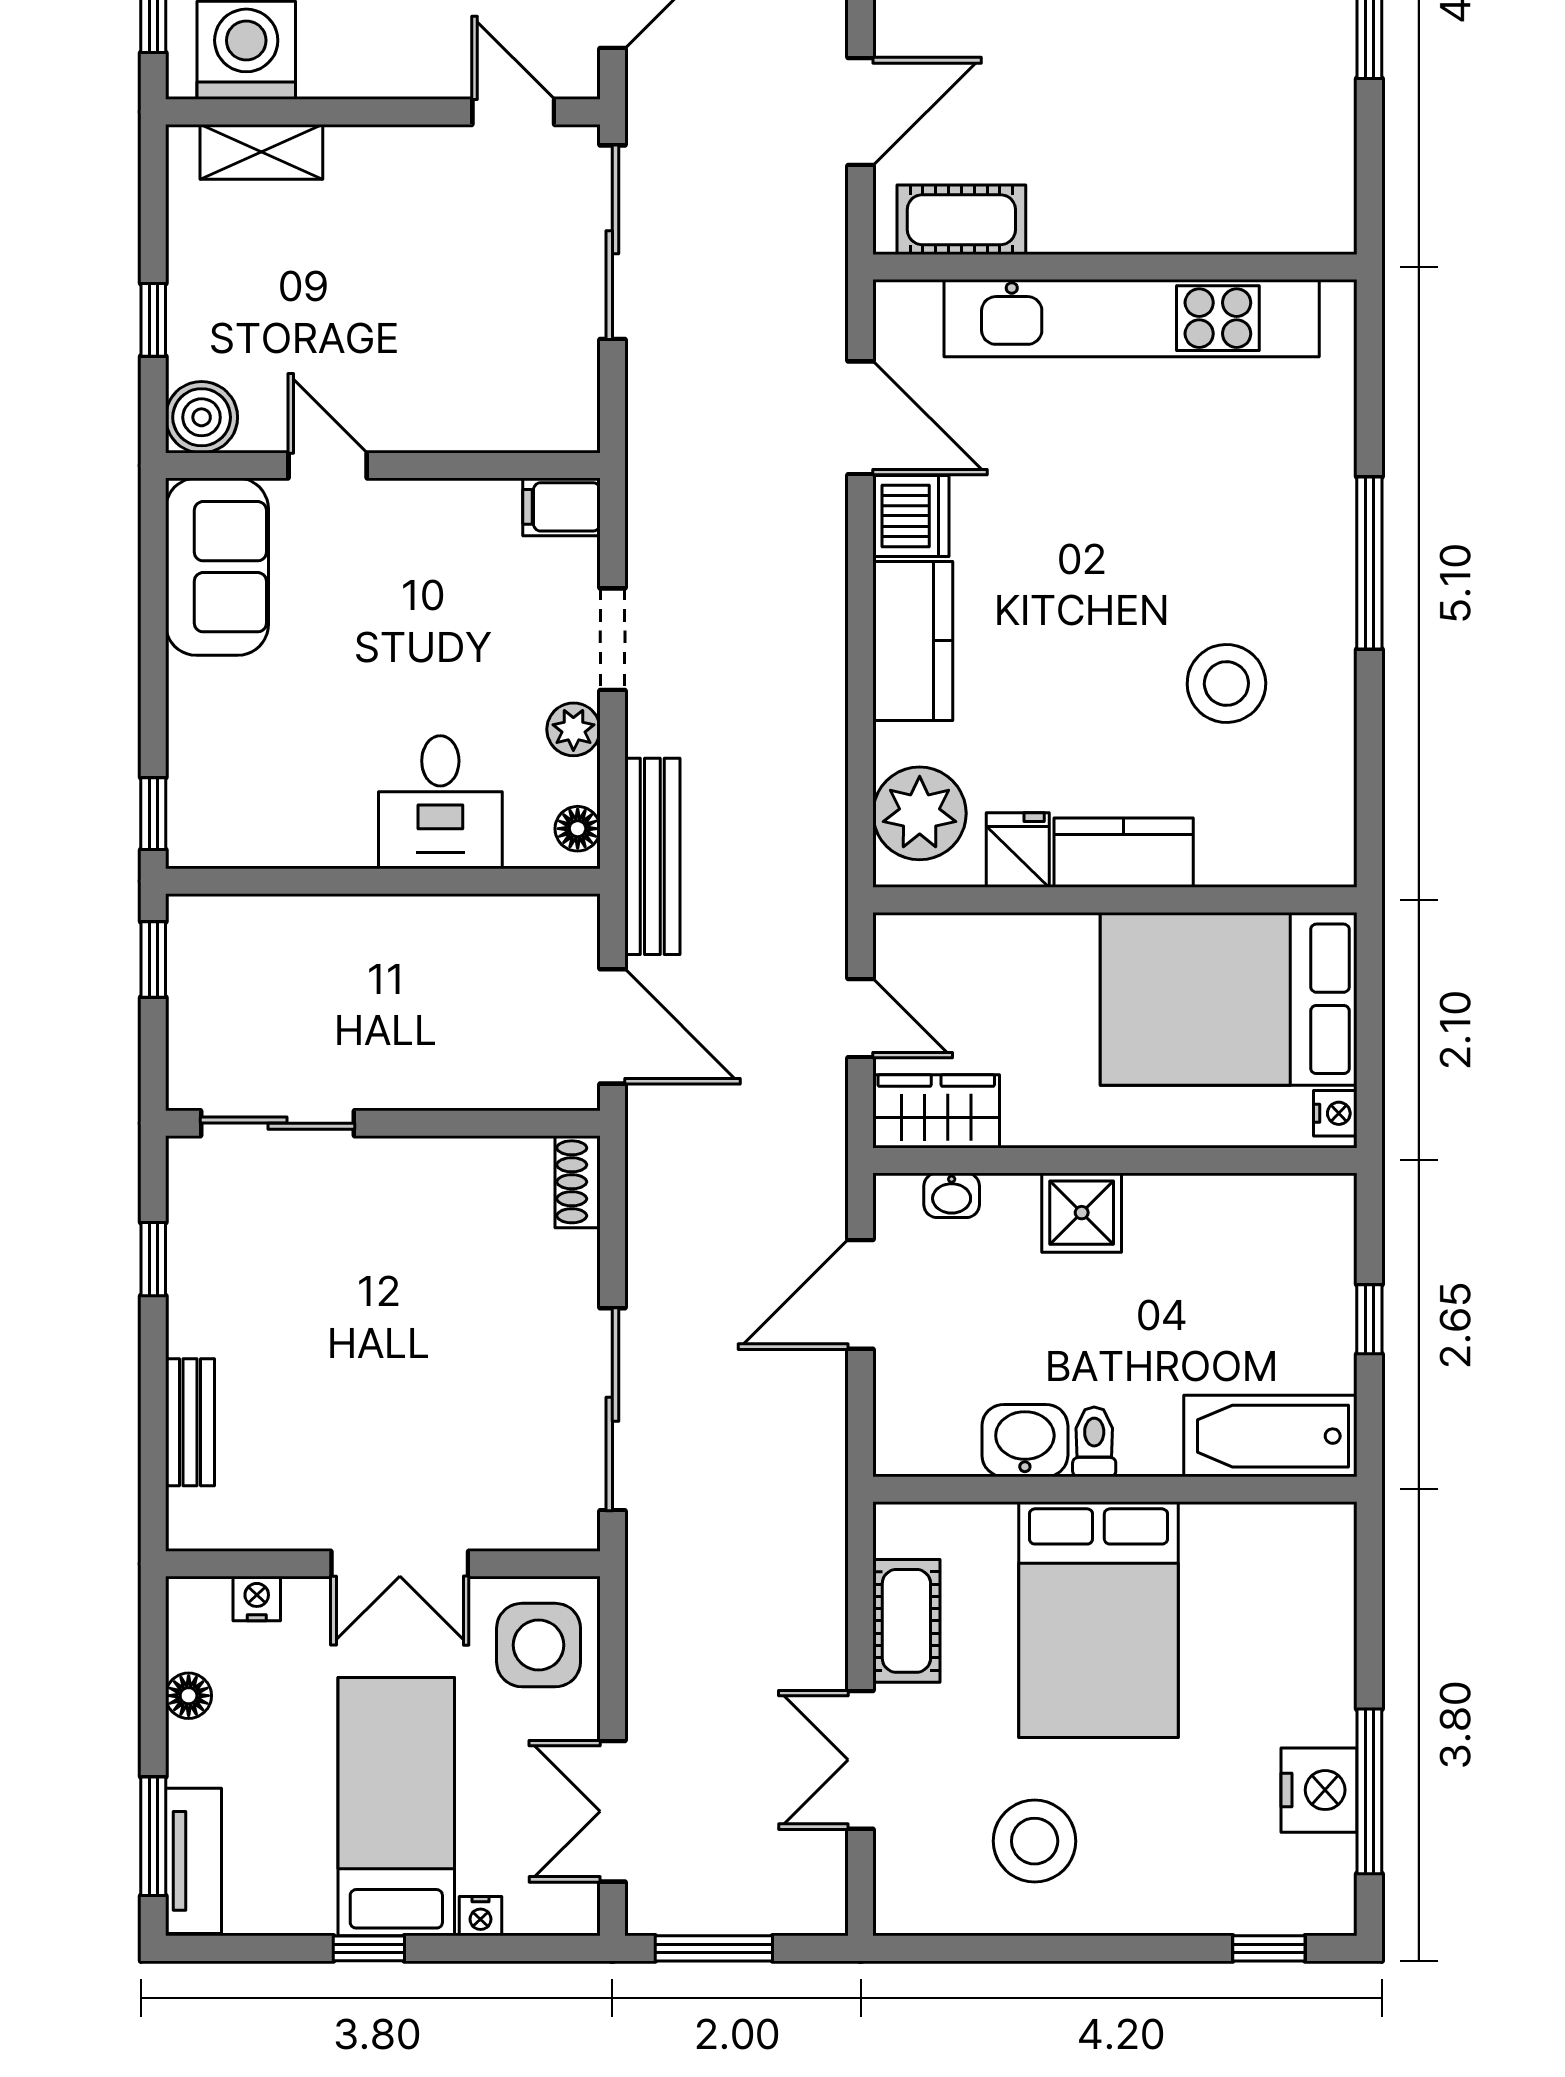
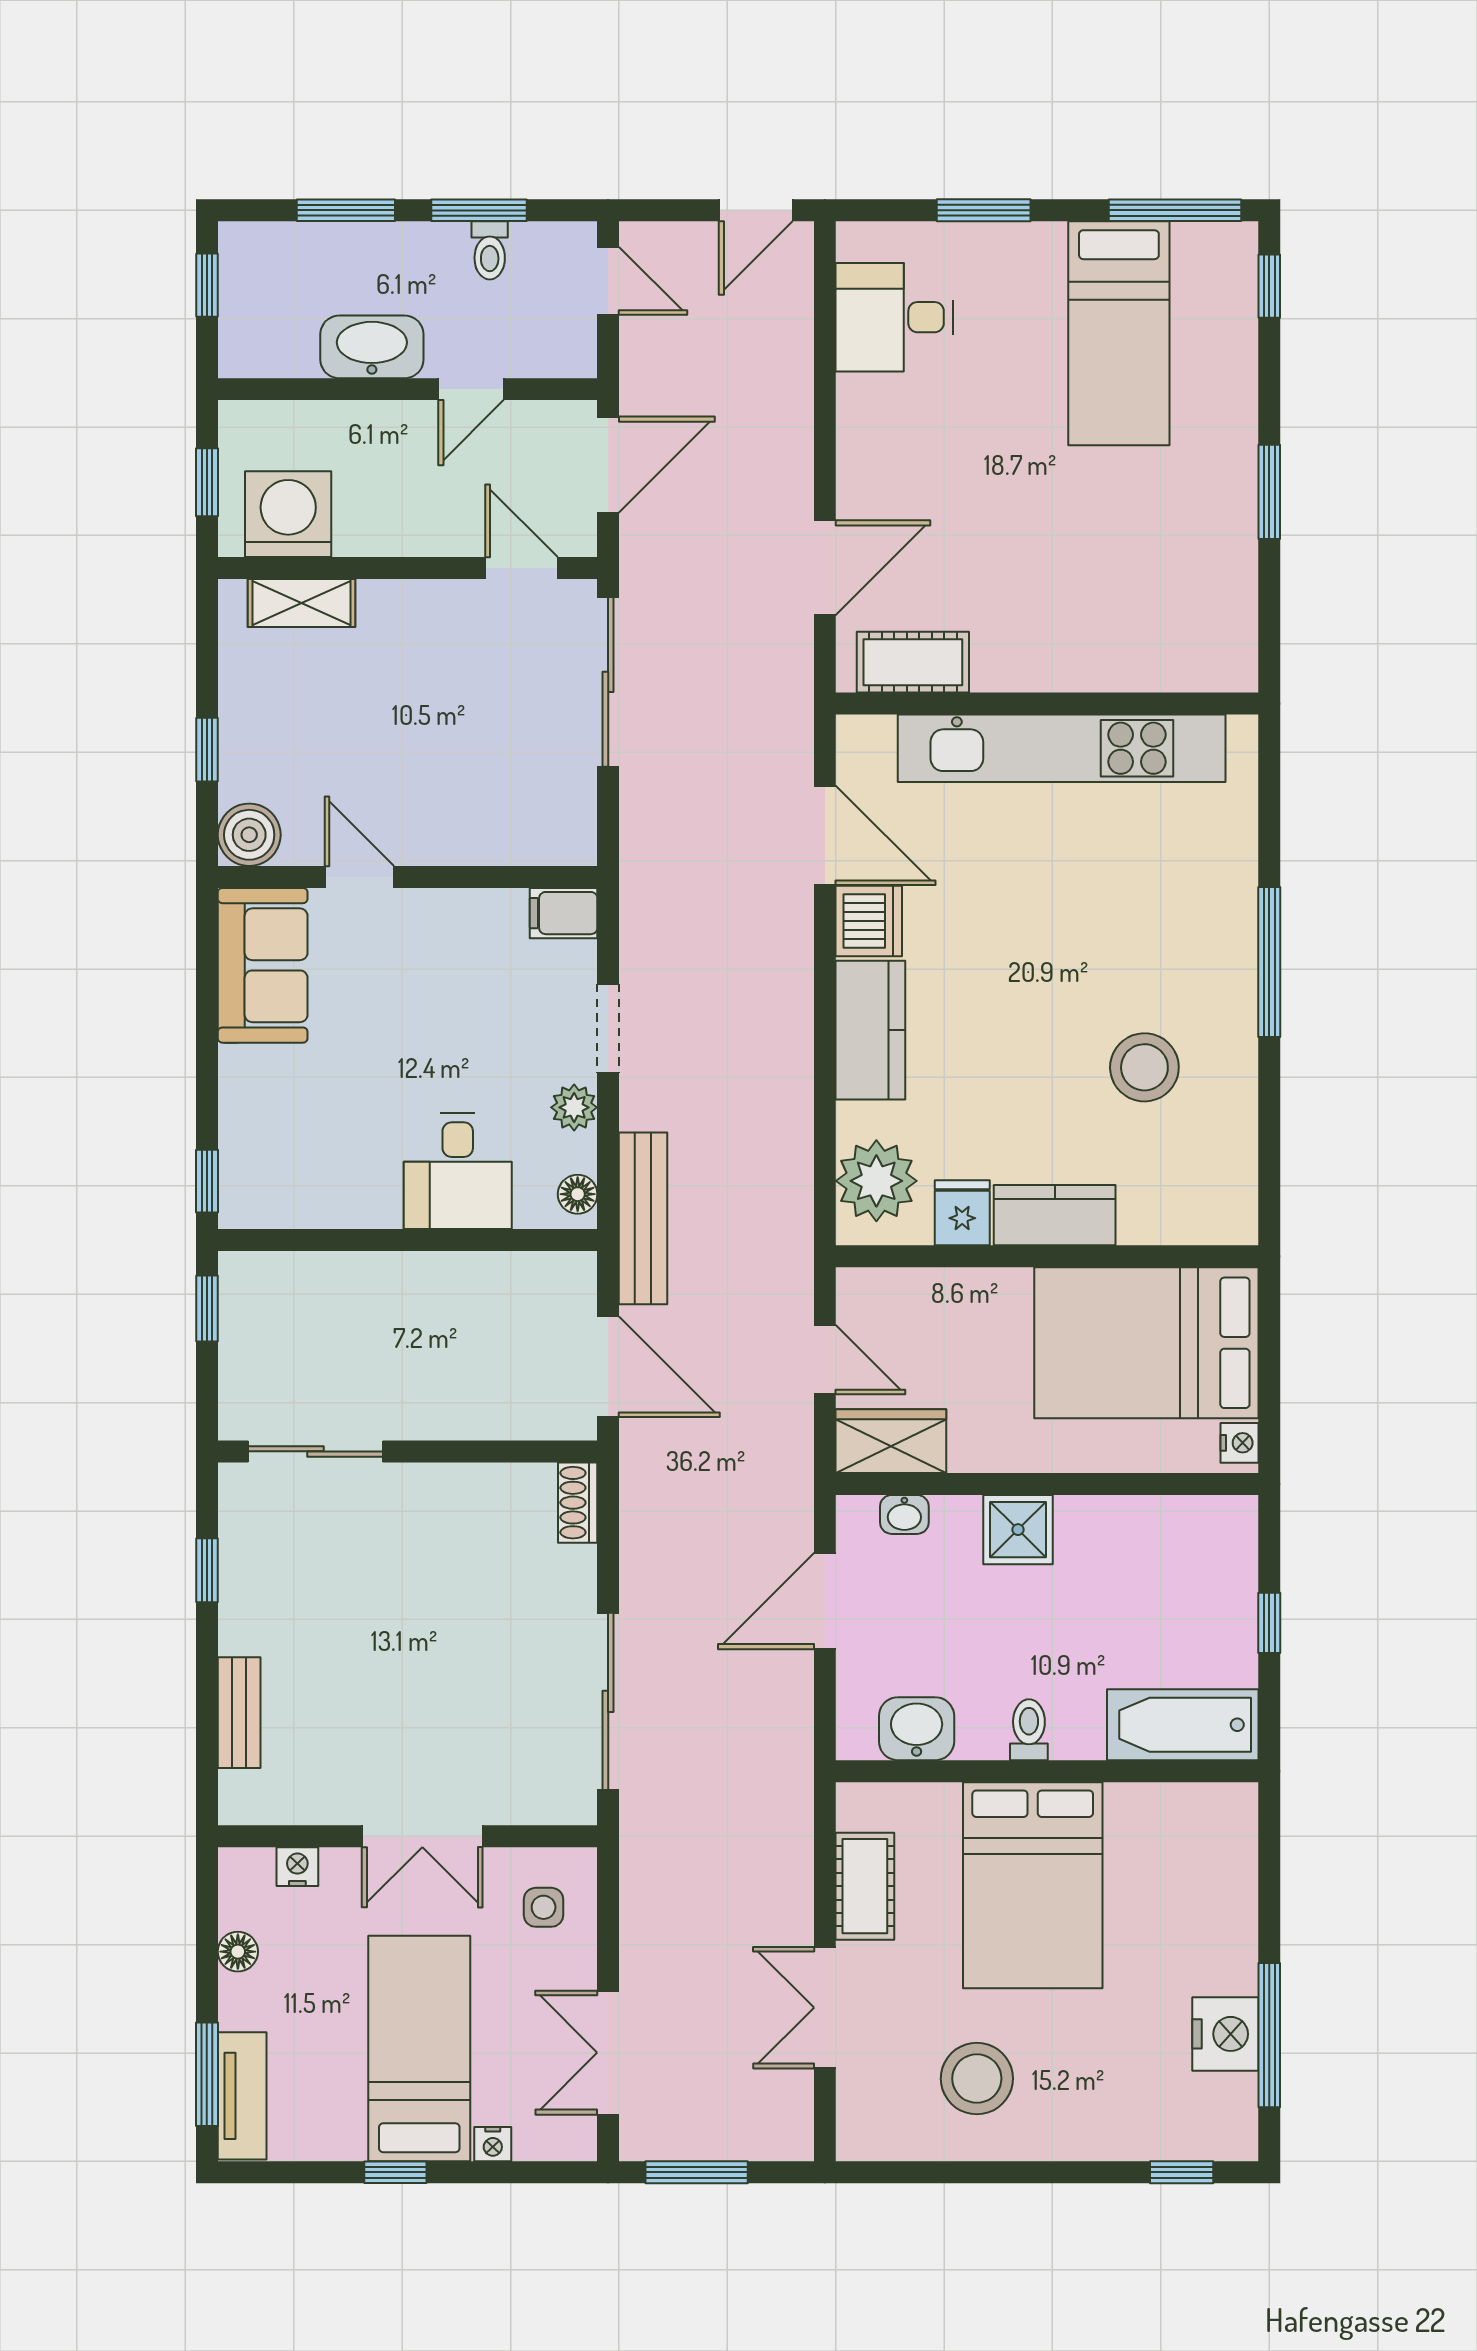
washbasin: (1025, 1441) -> (917, 1729), moved
side table: (539, 1645) -> (544, 1907), width x0.54, depth x0.54

